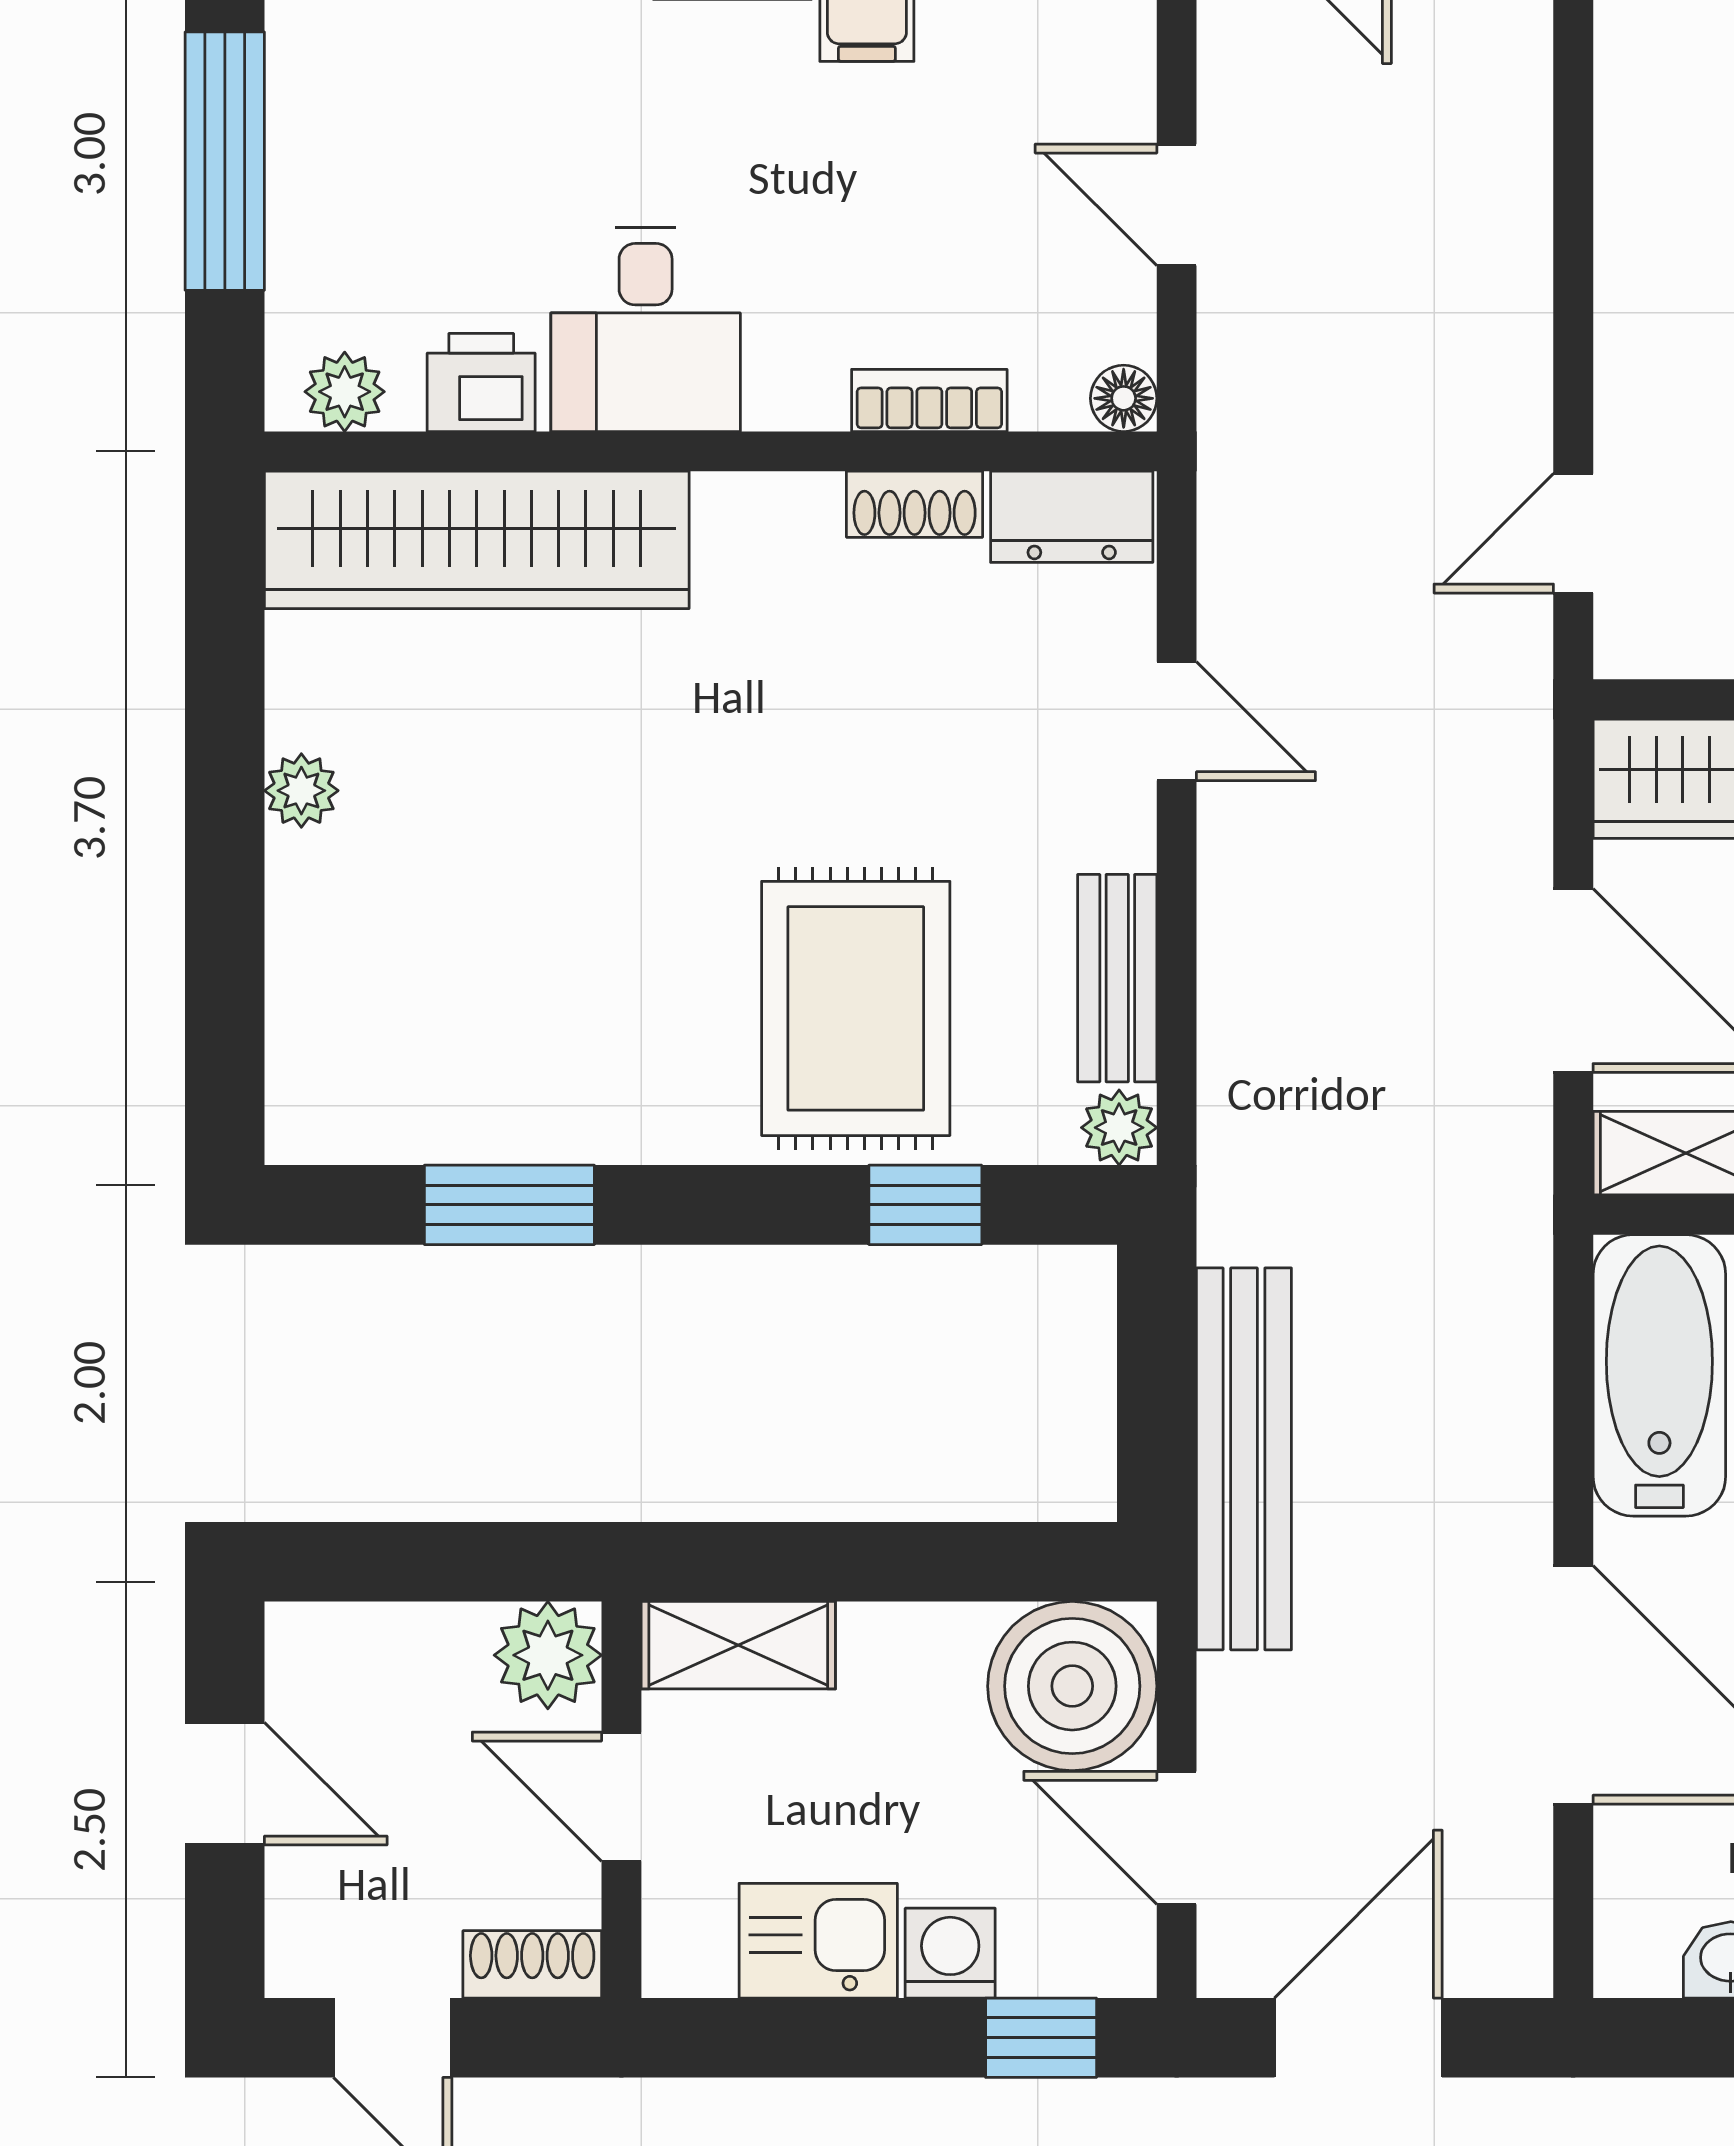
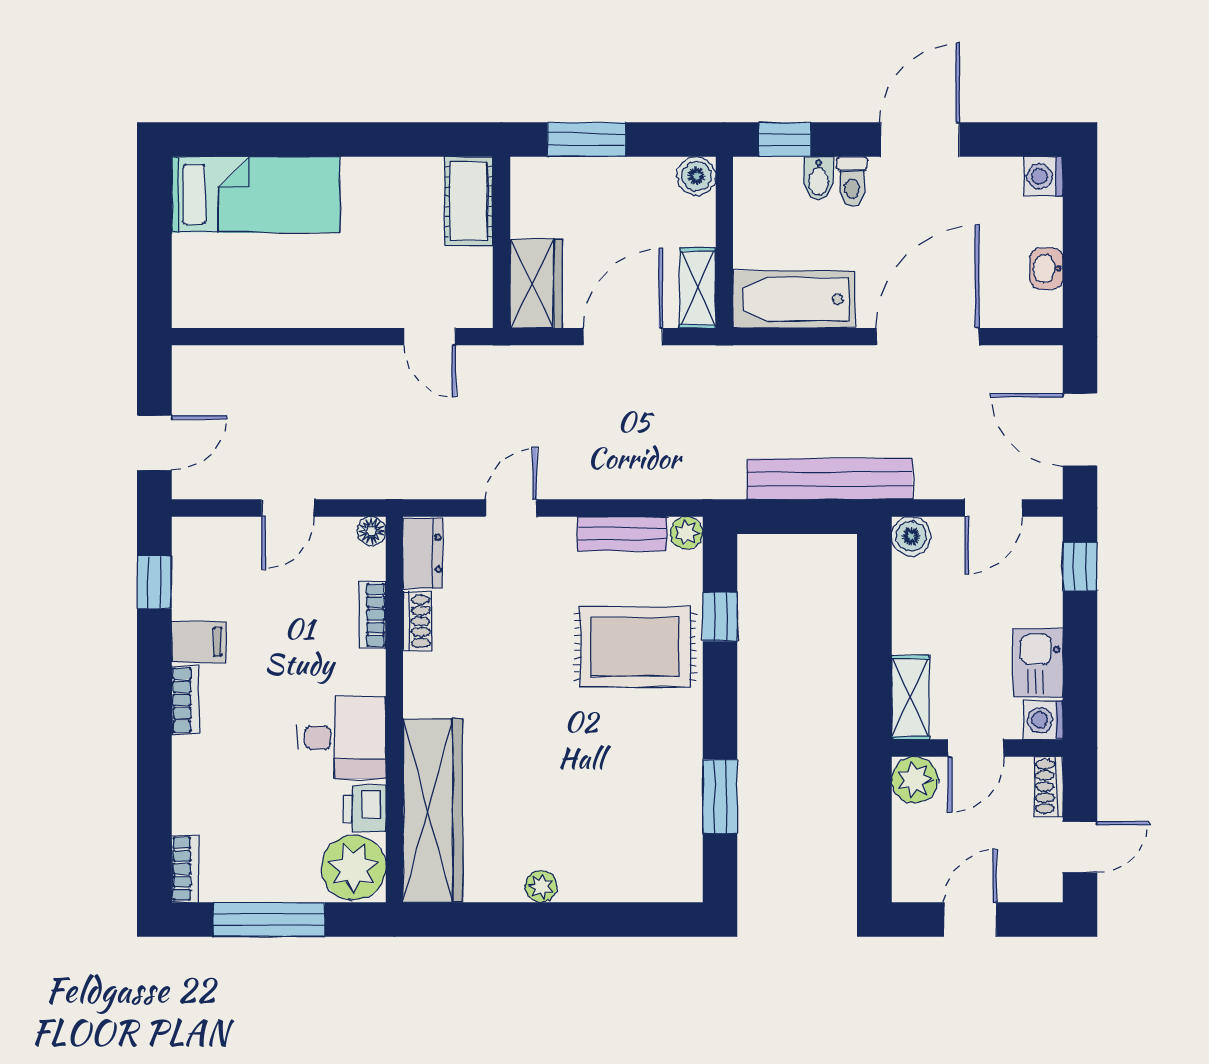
plant: (345, 392) -> (354, 868), width x1.88, depth x1.88
boiler: (1072, 1686) -> (911, 536), width x0.54, depth x0.54
washing machine: (950, 1953) -> (1044, 720), moved

